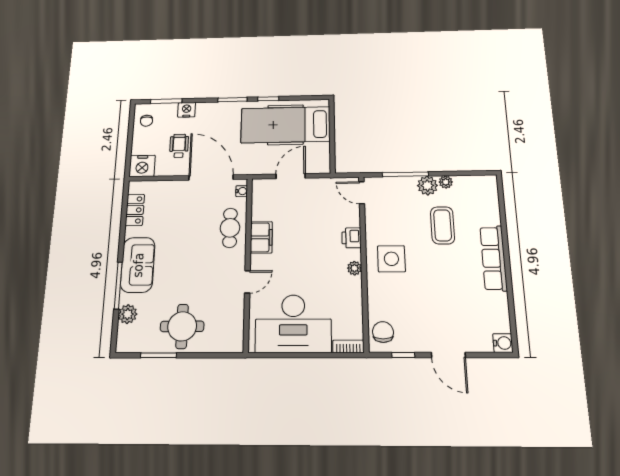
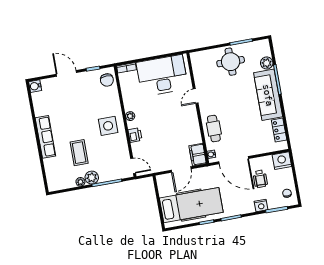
filing cabinet: (261, 237) -> (198, 155), moved
sofa: (138, 265) -> (268, 95), width x1.36

